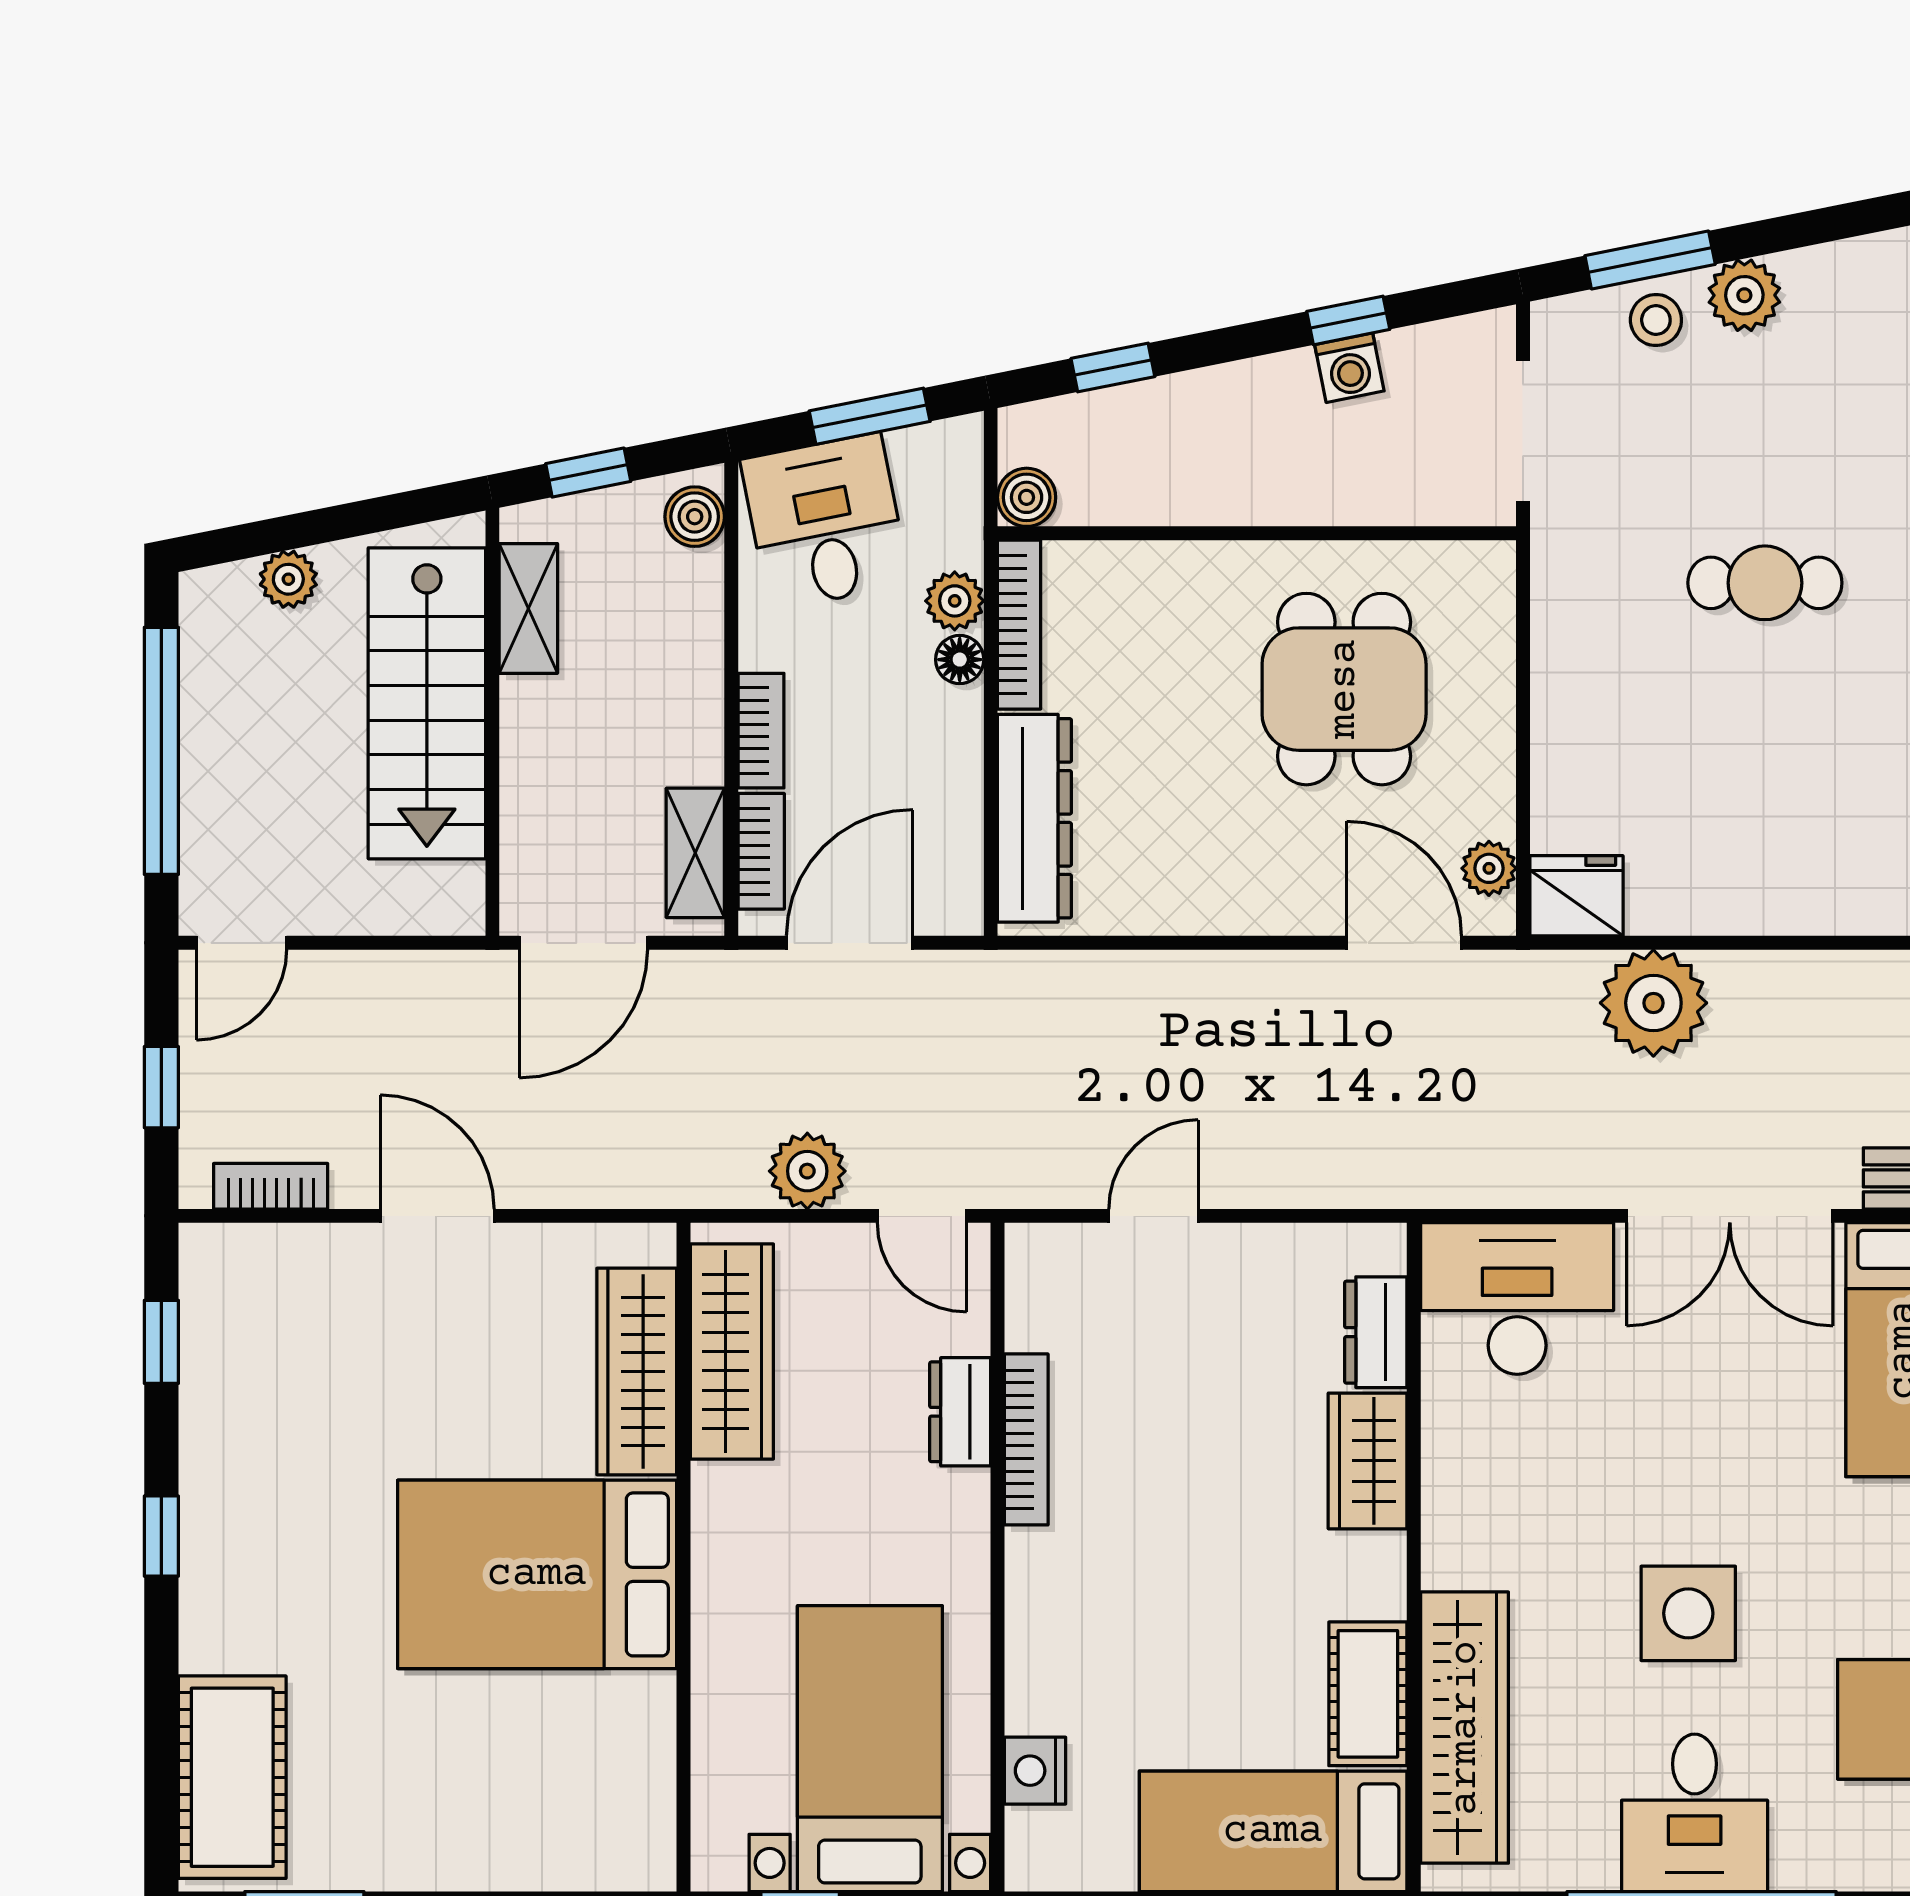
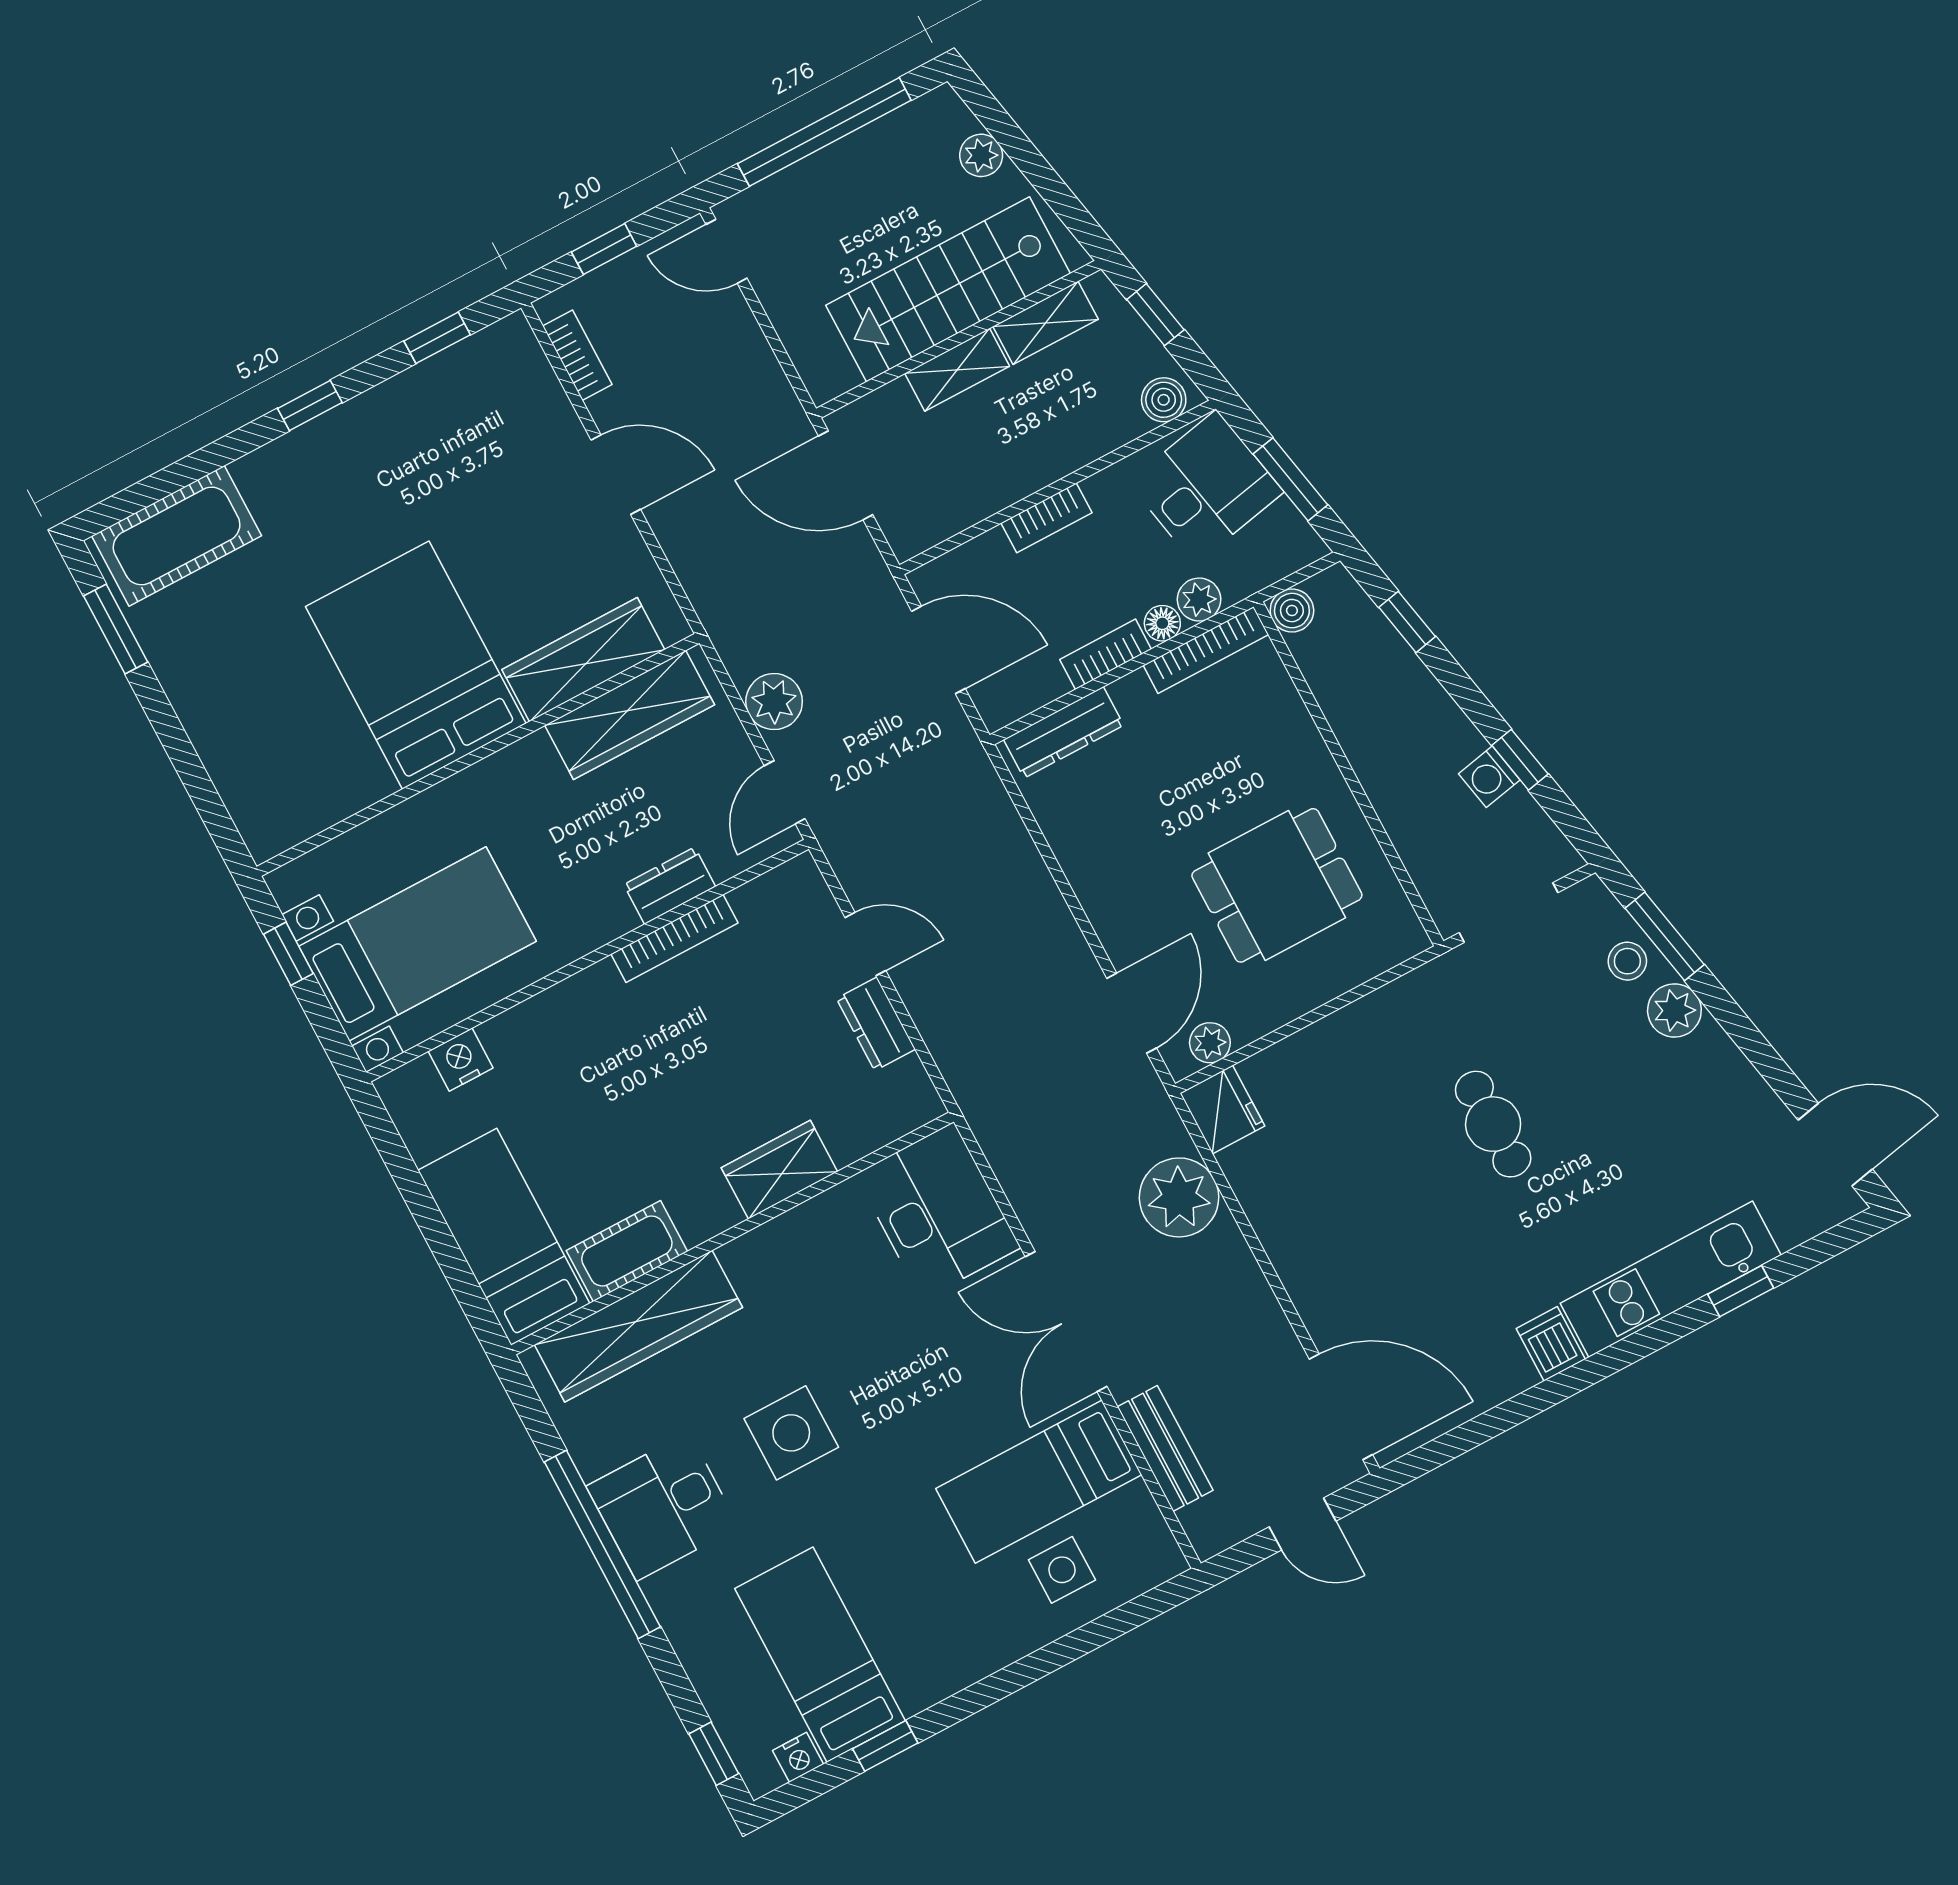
dresser: (1034, 818) -> (1064, 732), width x0.73, depth x0.80
bookcase: (761, 851) -> (1105, 654), moved, turned 180
shelving: (695, 853) -> (957, 370), moved
door: (437, 1216) -> (616, 475), hinge flipped
dresser: (1376, 1332) -> (876, 1024), moved, turned -90

